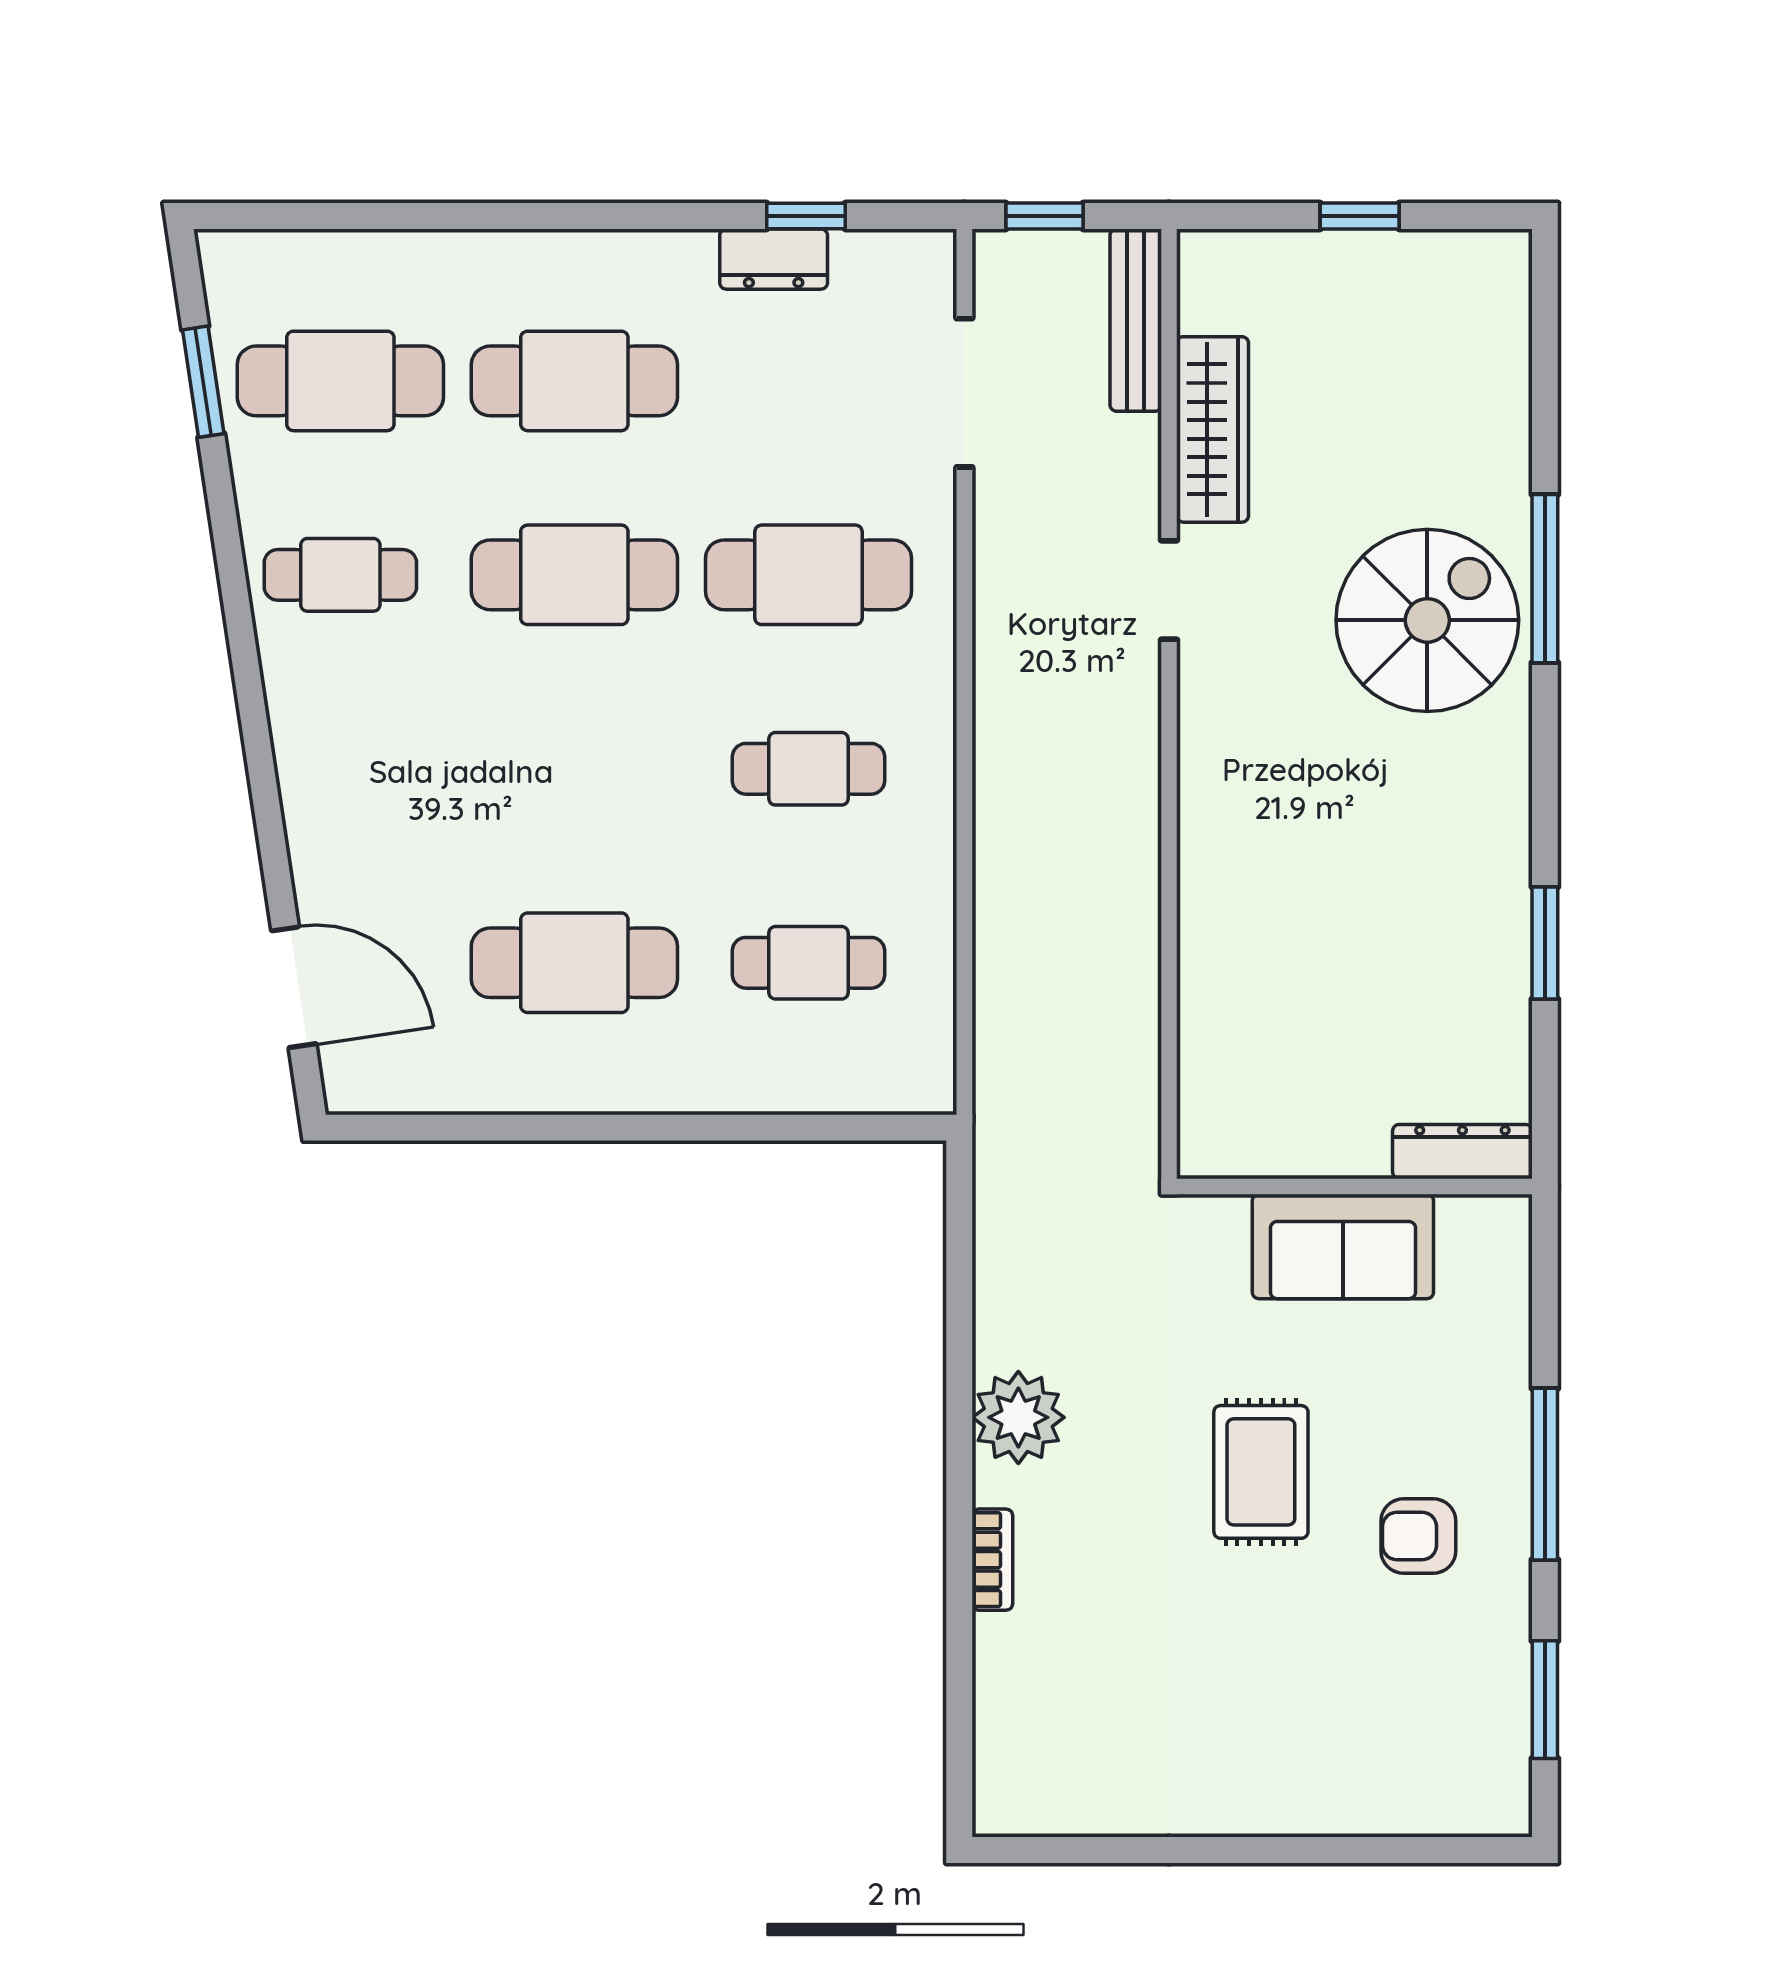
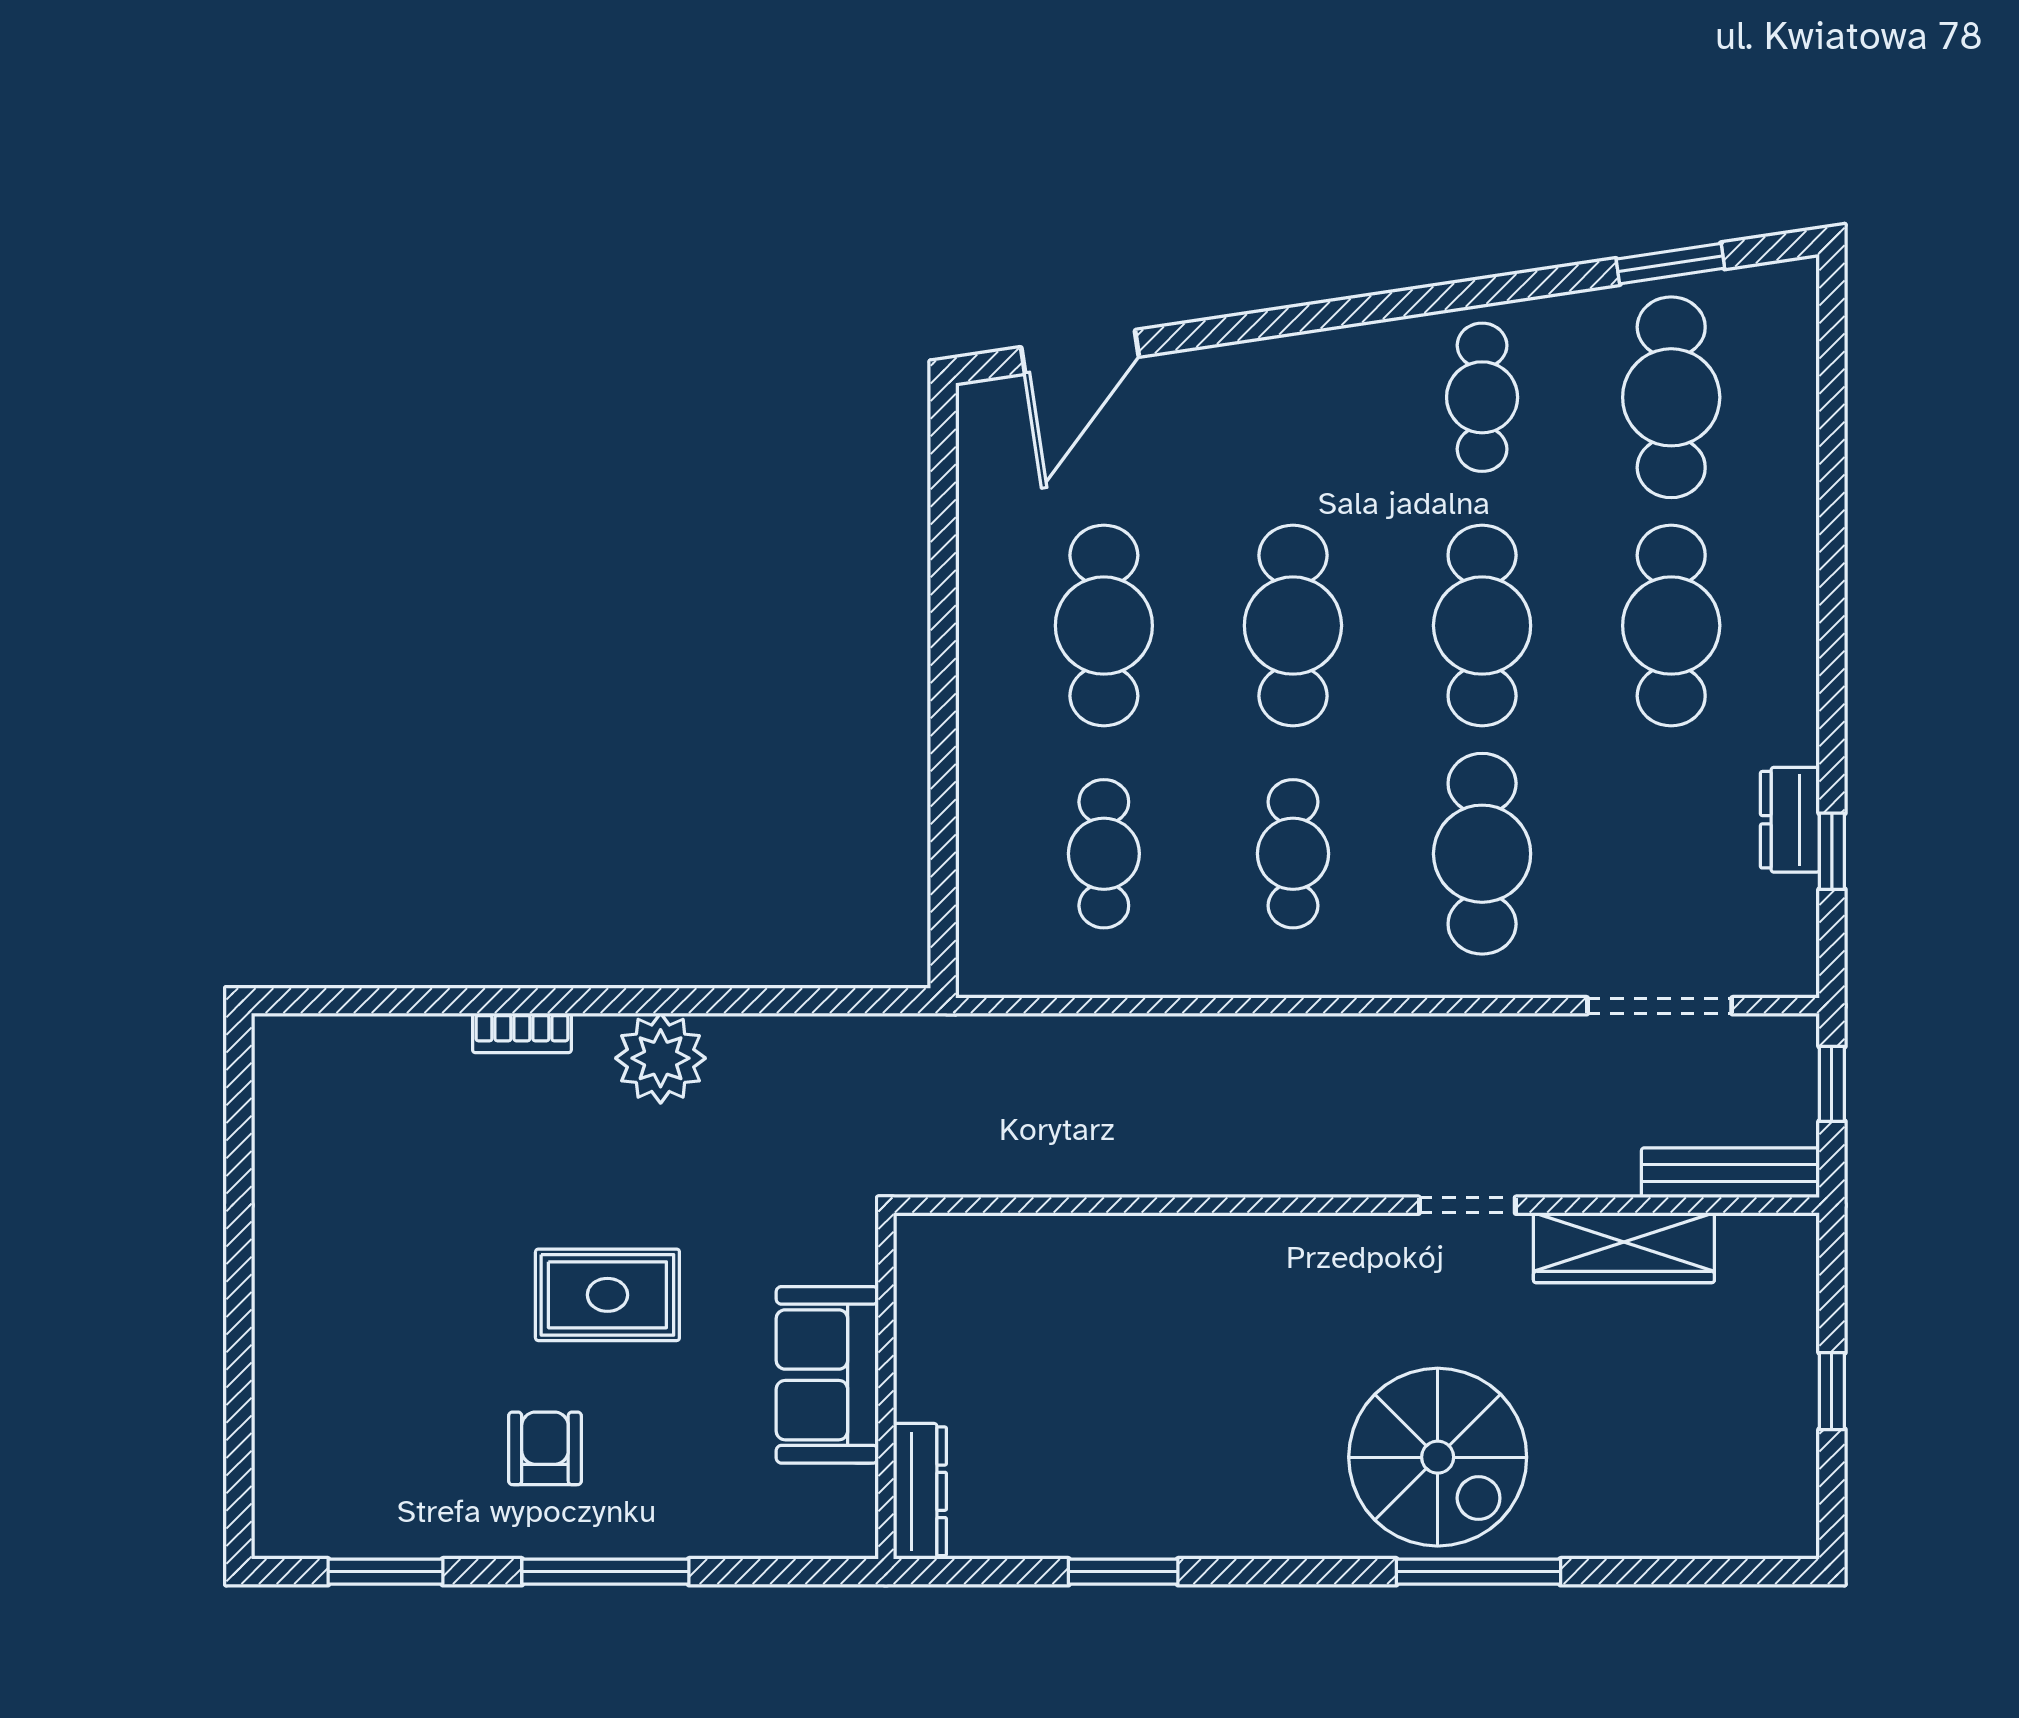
cafe table: (574, 769) -> (1293, 626), added

